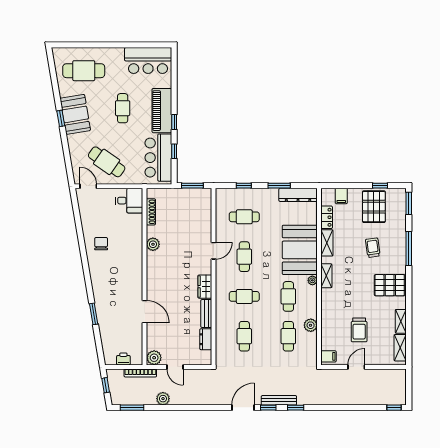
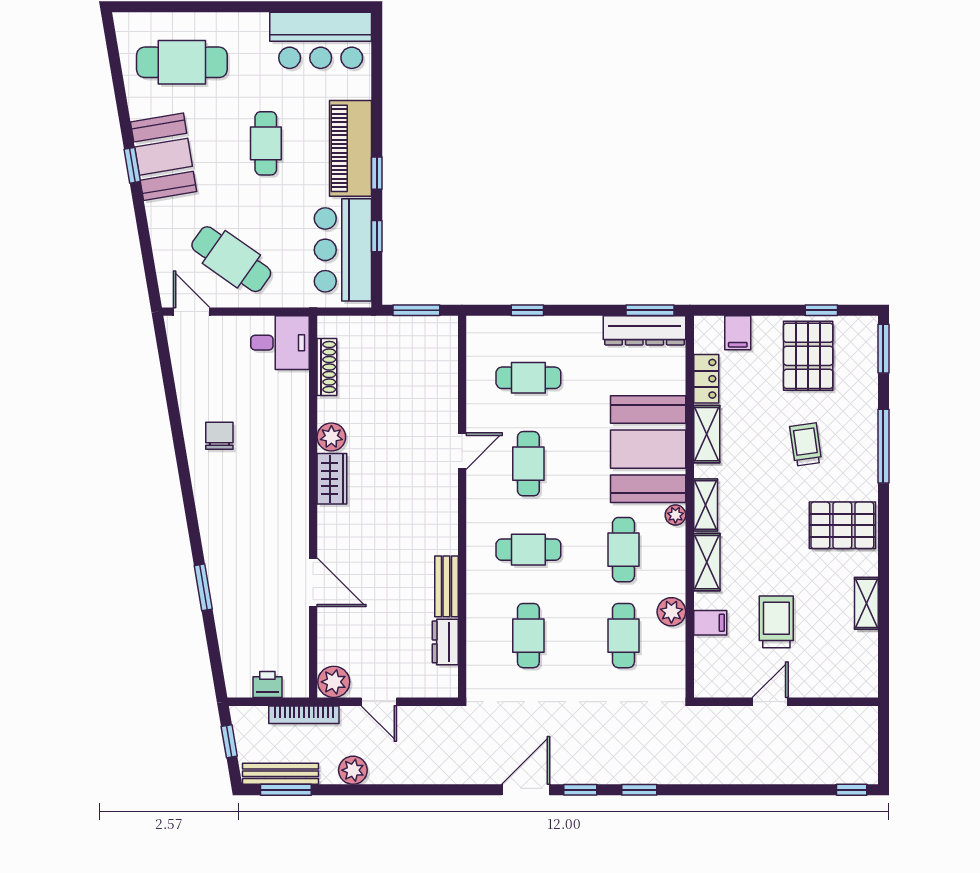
window: (279, 186) -> (650, 310), moved
wardrobe: (205, 287) -> (332, 479), moved, turned 180
trolley: (359, 330) -> (776, 622), turned 180
shelving: (400, 348) -> (707, 562), moved
filing cabinet: (329, 356) -> (710, 623), moved
bench: (279, 400) -> (280, 774), moved

